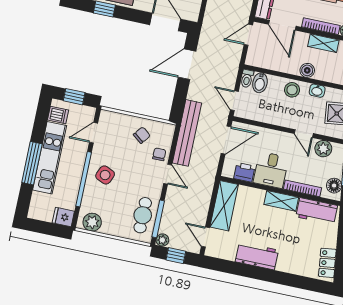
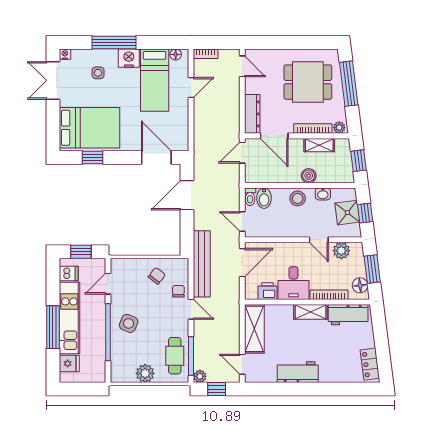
fridge: (63, 217) -> (69, 363), moved, turned 180
plant: (92, 222) -> (145, 373), moved

